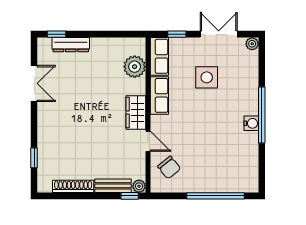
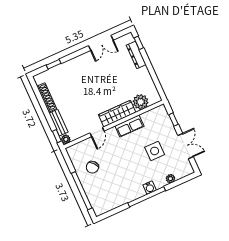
plant: (252, 44) -> (170, 179), moved
row of seats: (159, 56) -> (154, 115), removed
wardrobe: (136, 112) -> (117, 114), width x1.50
water cooler: (251, 123) -> (150, 187), moved
chair: (169, 167) -> (92, 167), moved

